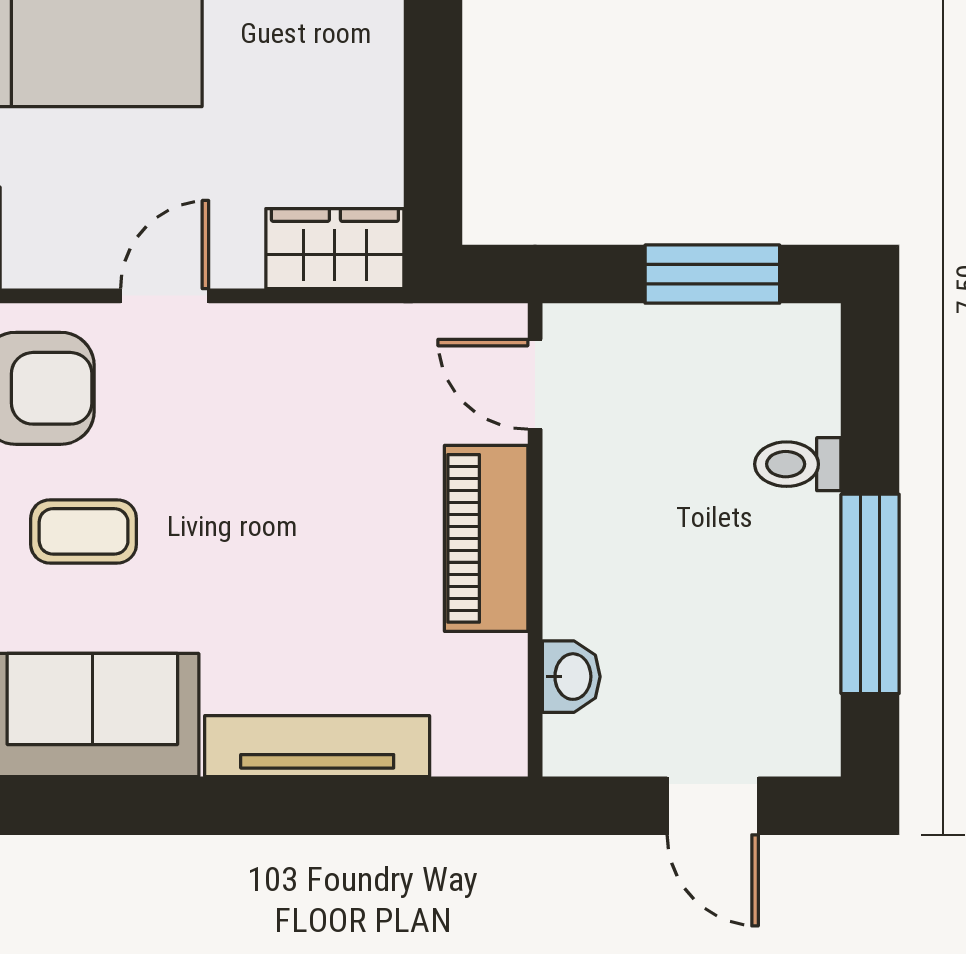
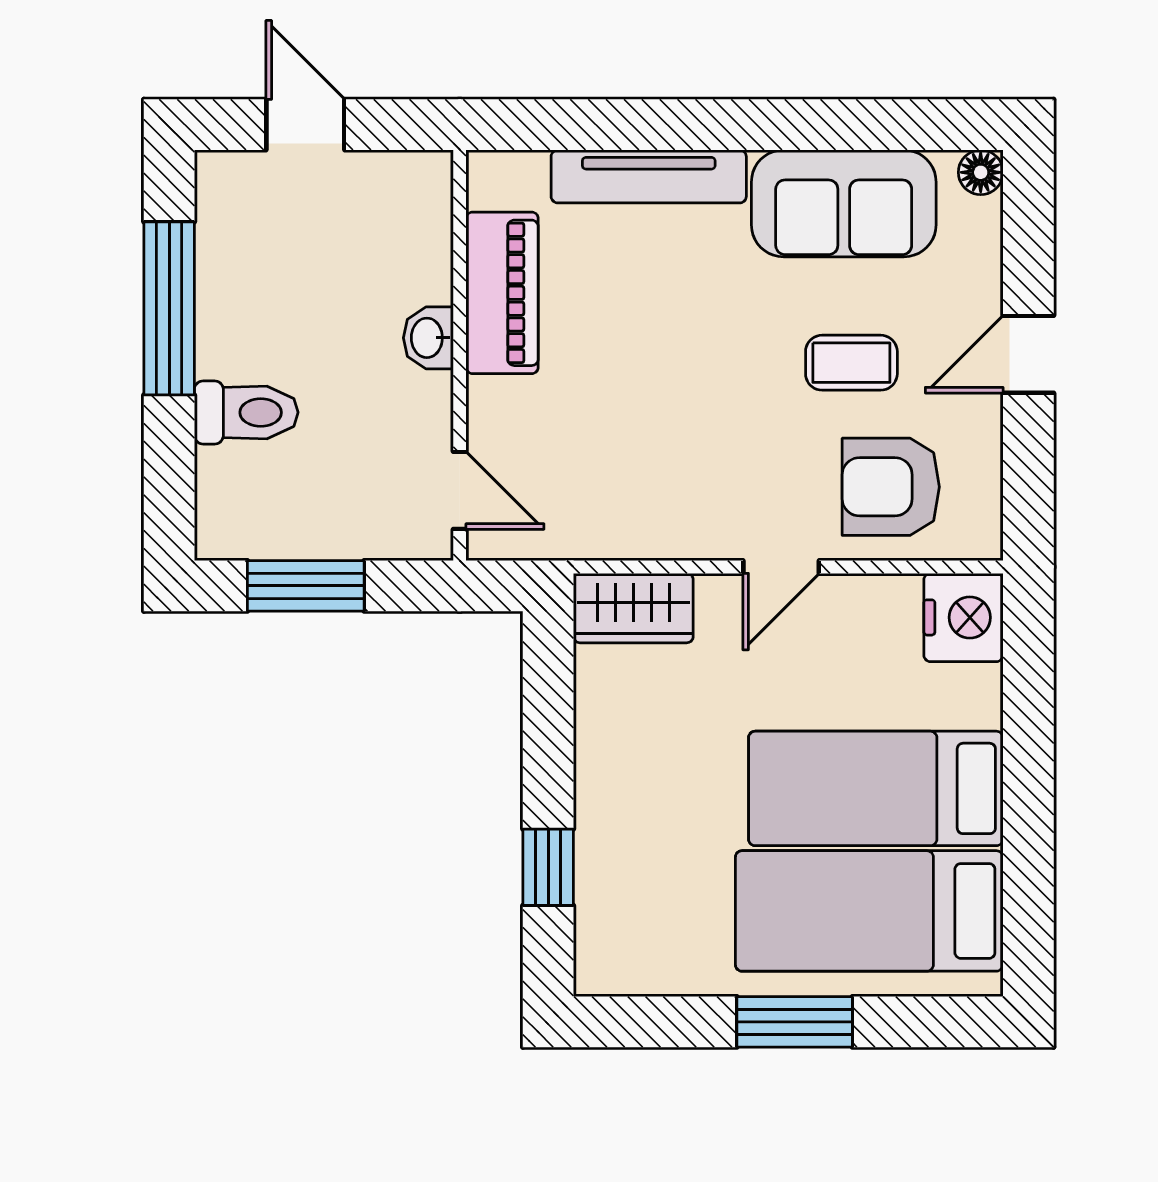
toilet: (798, 464) -> (246, 412), width x1.37, depth x1.39
piano: (486, 538) -> (502, 293), moved
washbasin: (571, 677) -> (428, 338), moved

